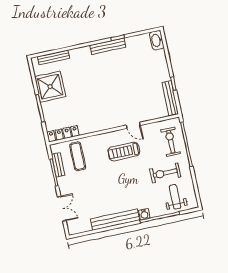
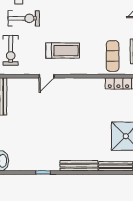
bench: (108, 46) -> (79, 166), moved
door: (133, 125) -> (47, 76), swing flipped

